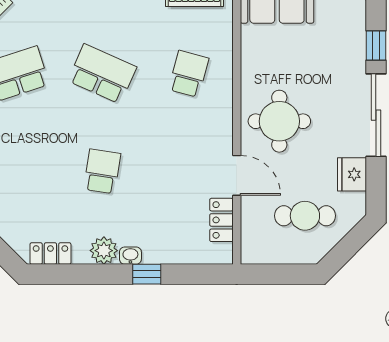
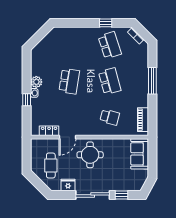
school desk: (102, 74) -> (110, 81), turned -39
school desk: (102, 171) -> (69, 81), width x1.85
locker: (50, 254) -> (35, 60), removed

